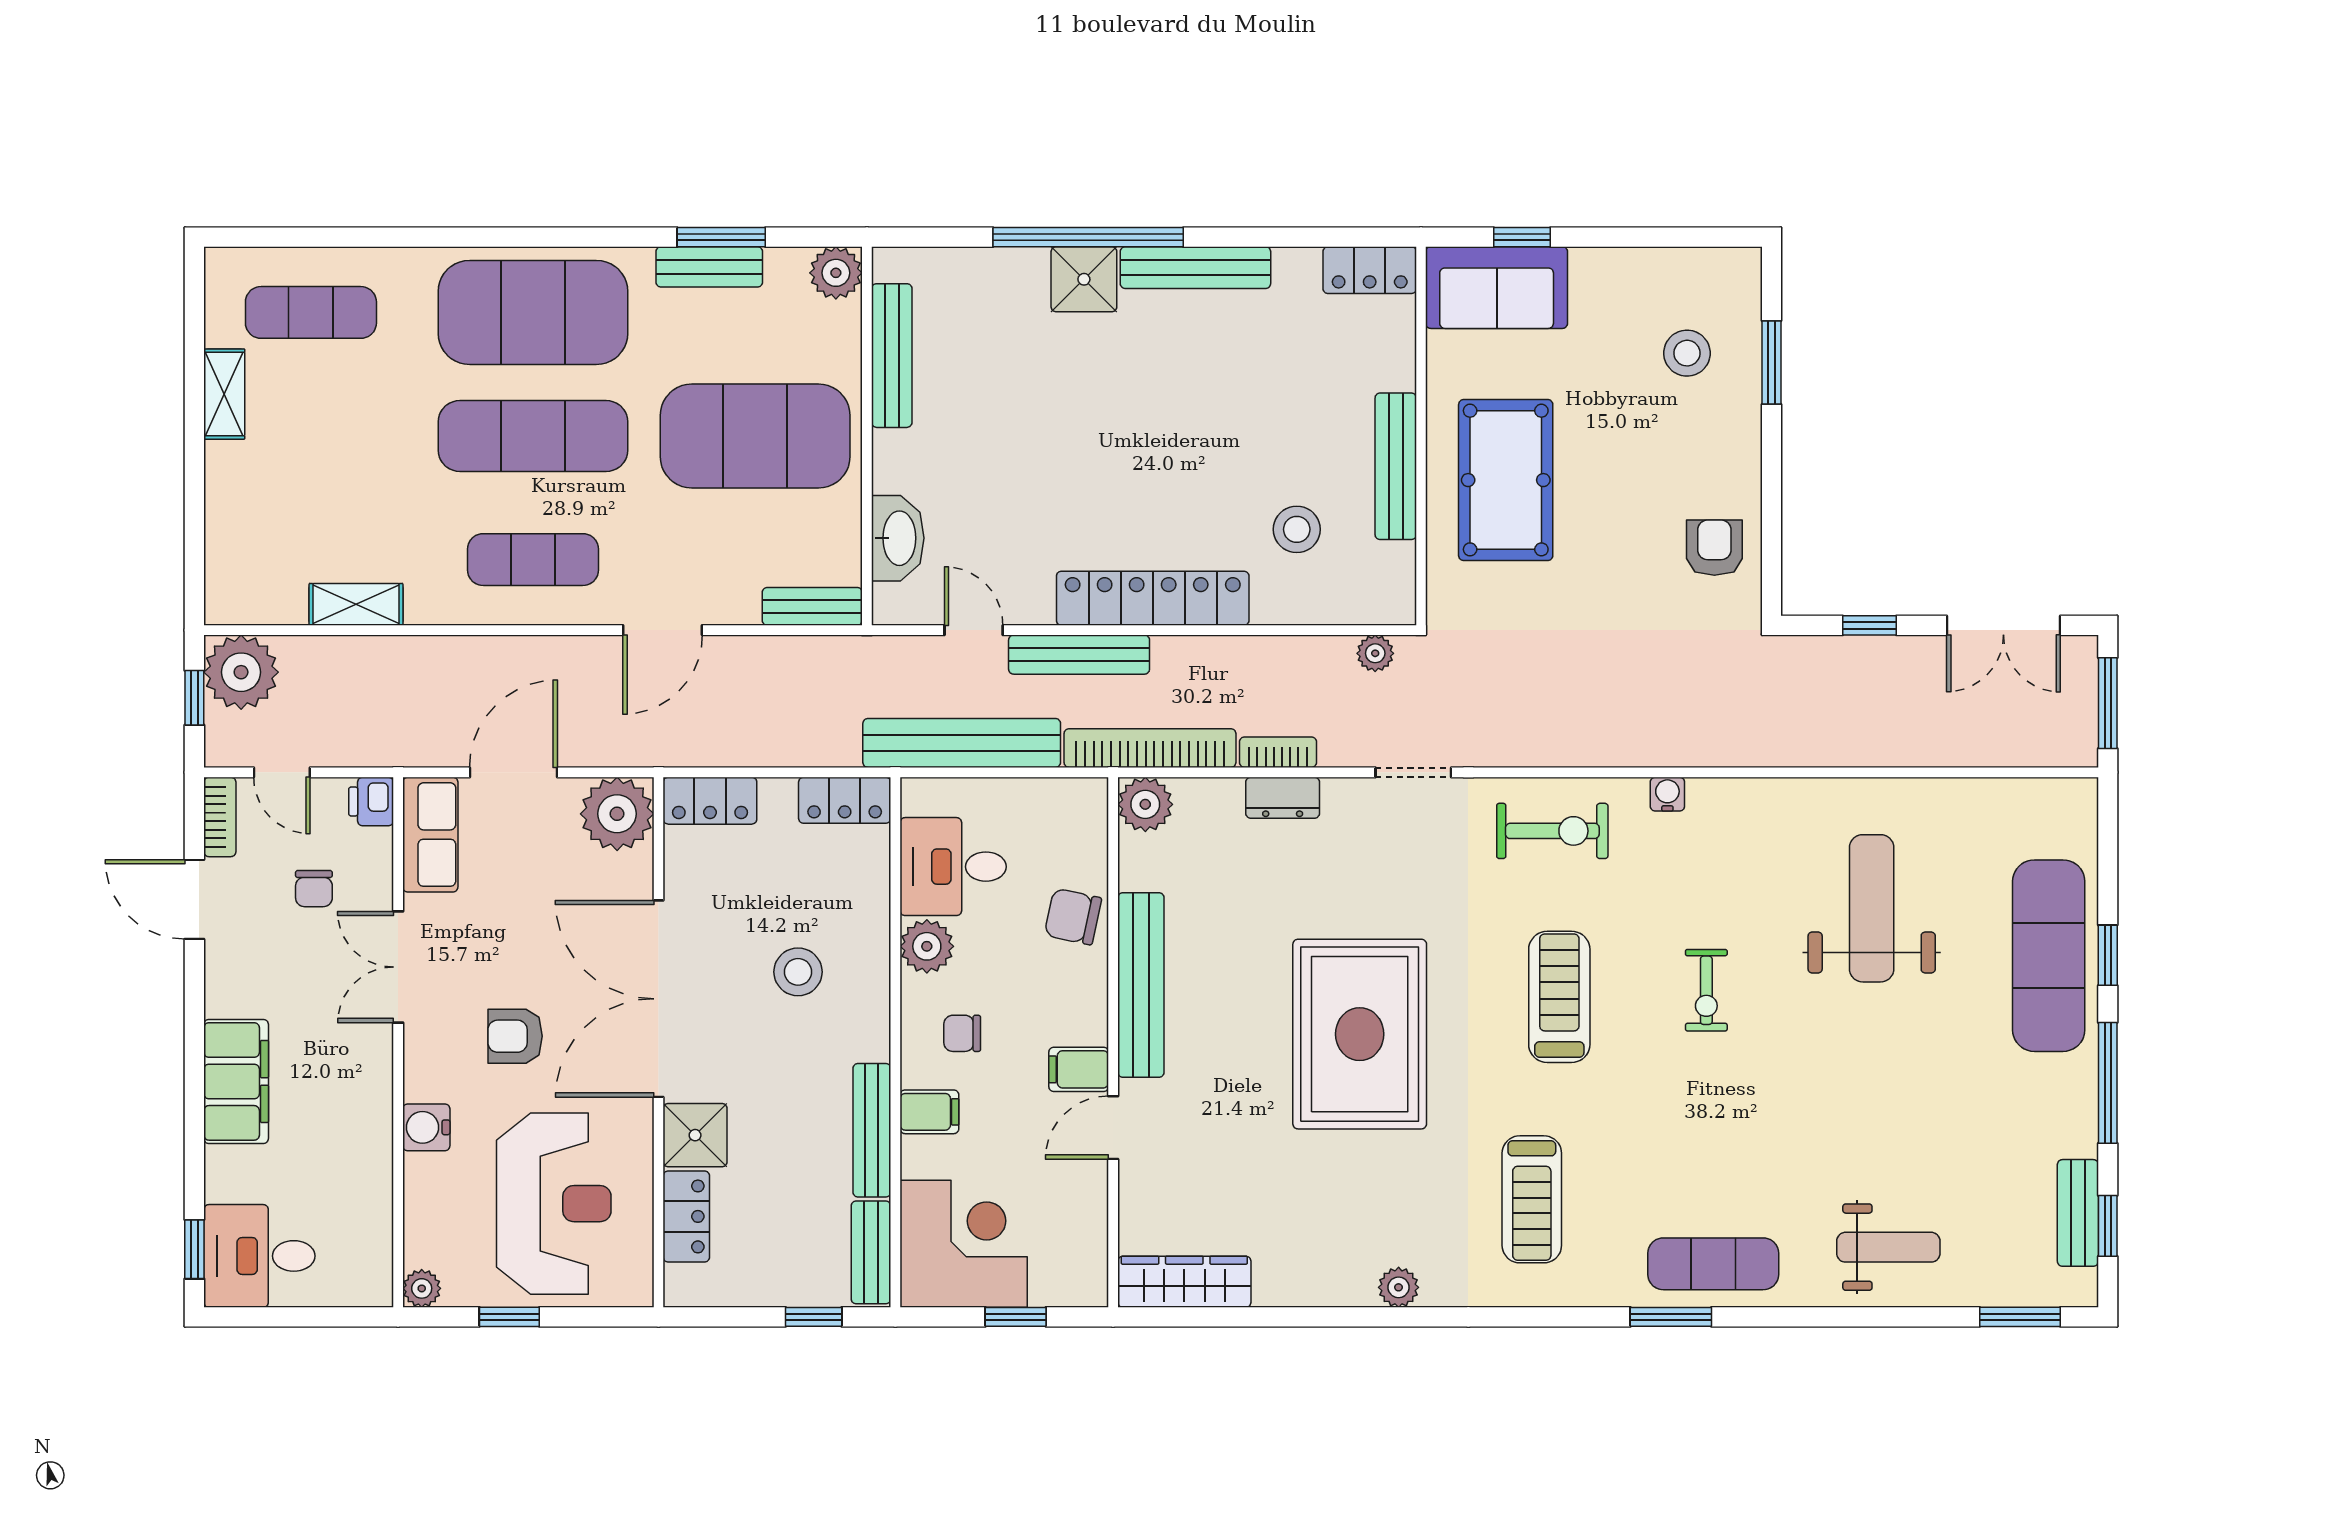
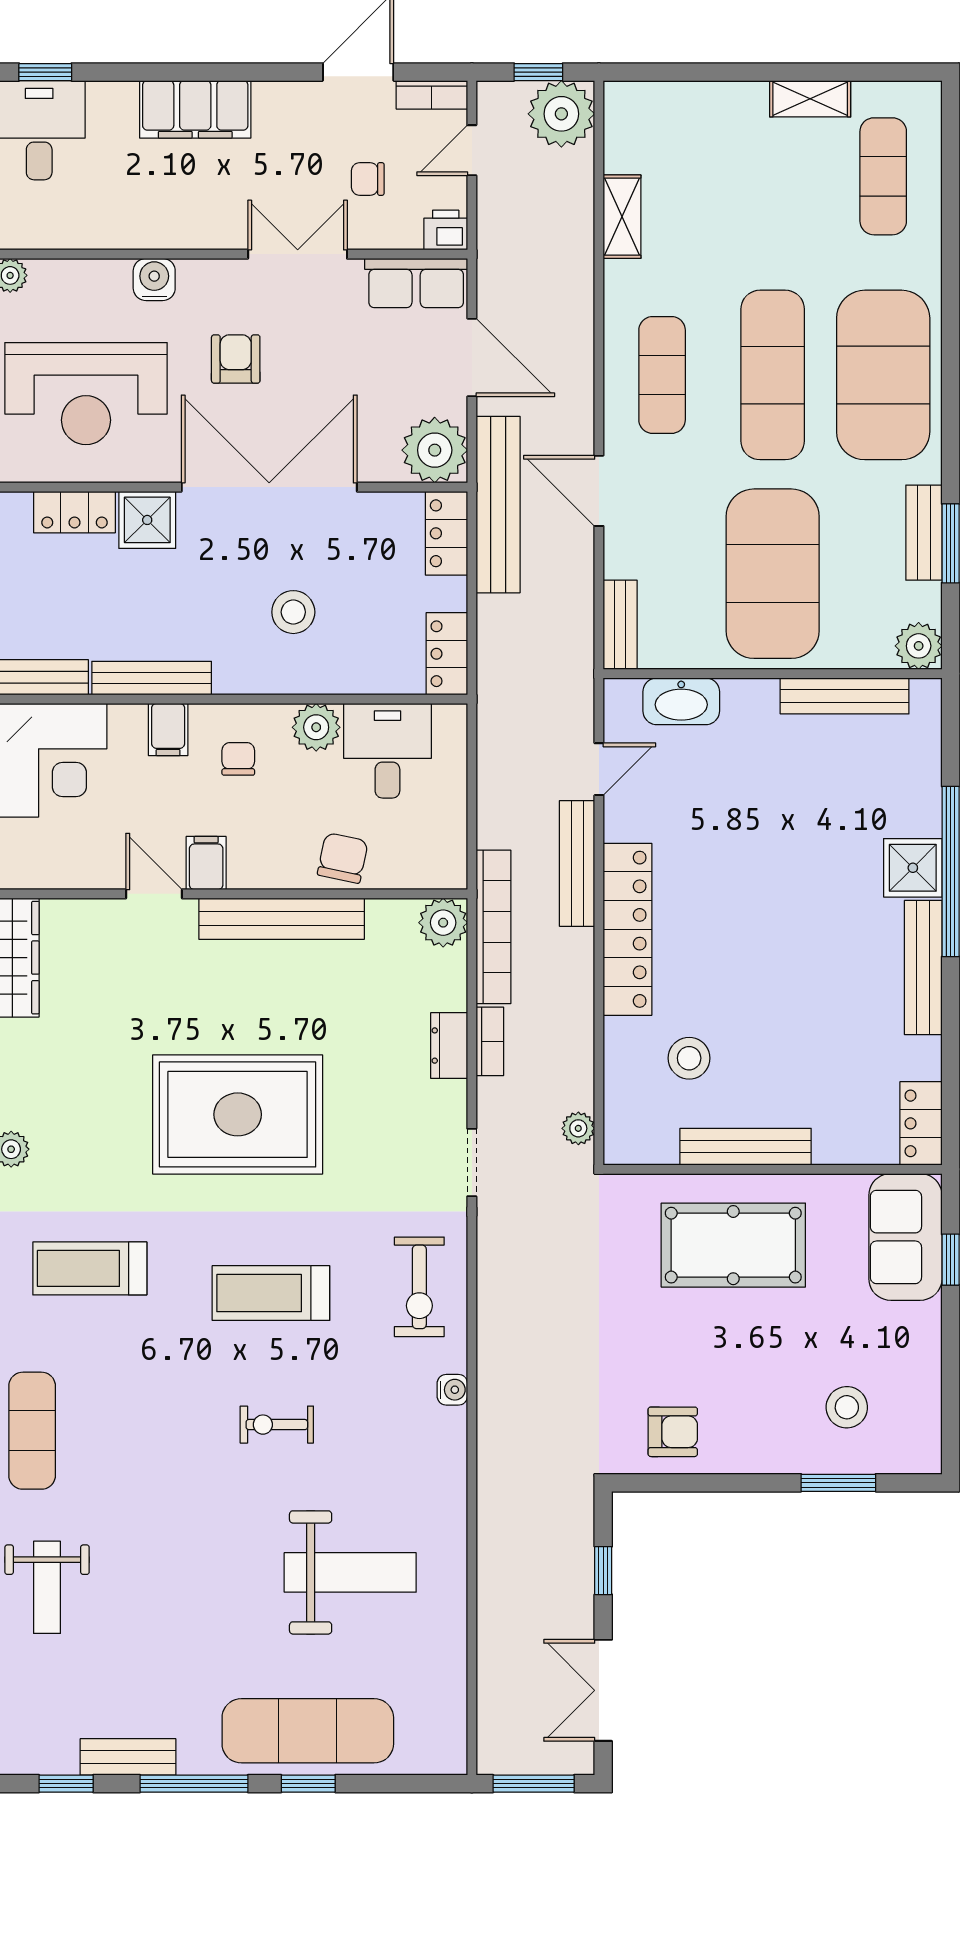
bench: (962, 743) -> (498, 505), moved
treadmill: (1559, 997) -> (271, 1293), turned 180
bench: (2078, 1213) -> (128, 1757), moved

